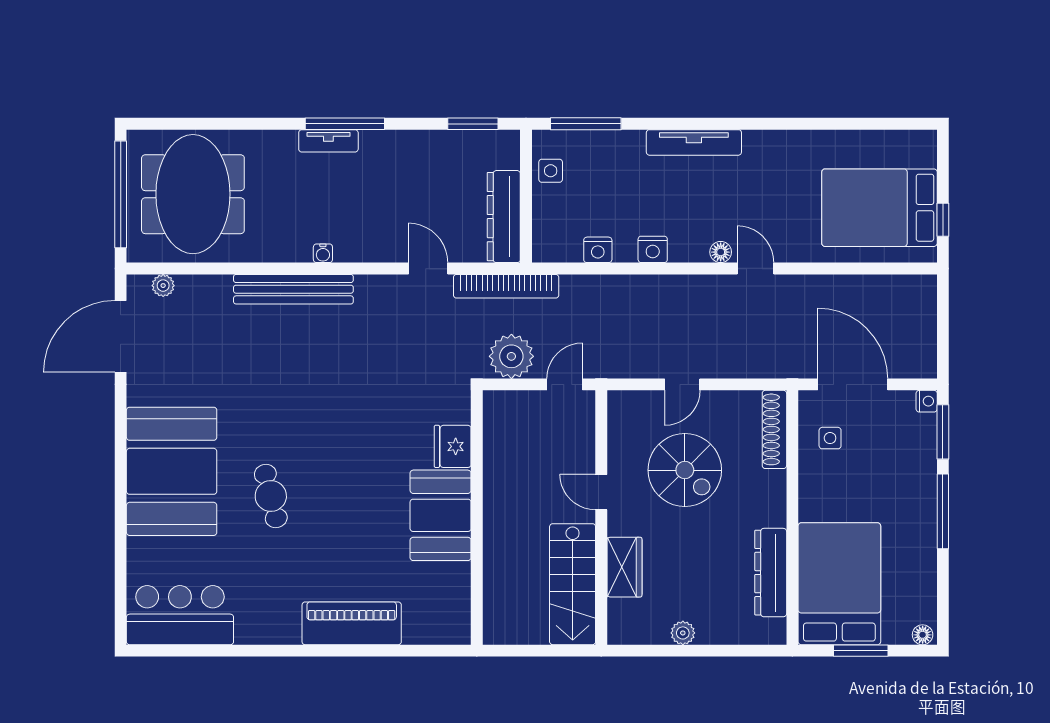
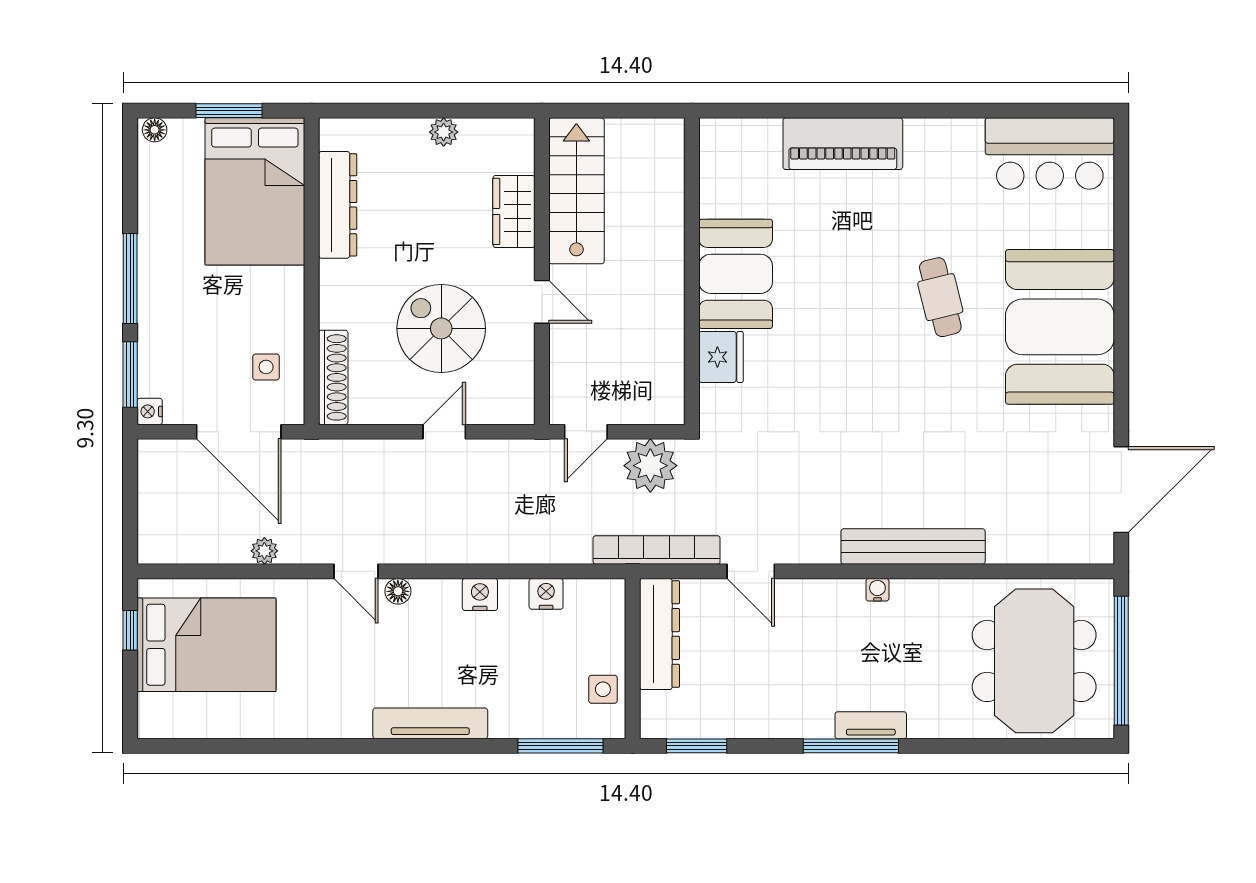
plant: (163, 286) -> (264, 551), moved

